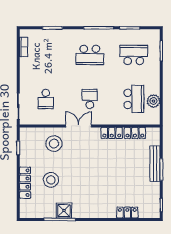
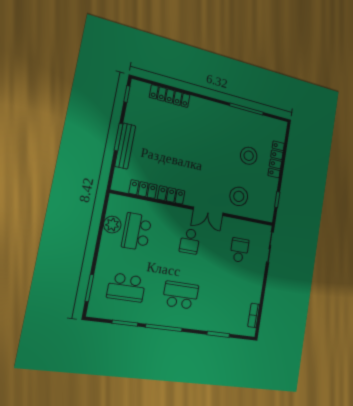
shower: (64, 210) -> (240, 118), removed
locker: (127, 213) -> (170, 96), width x1.53

